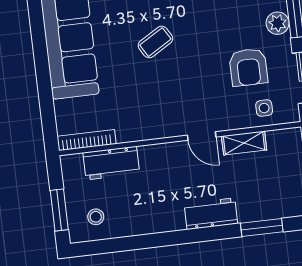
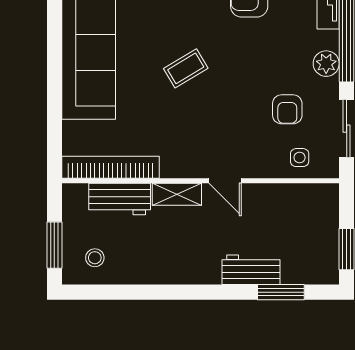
armchair: (248, 67) -> (287, 109), width x0.72, depth x0.72
bookcase: (87, 140) -> (111, 167), width x1.48, depth x1.31
shelving: (244, 143) -> (177, 194), moved
workbench: (211, 214) -> (251, 270), moved

